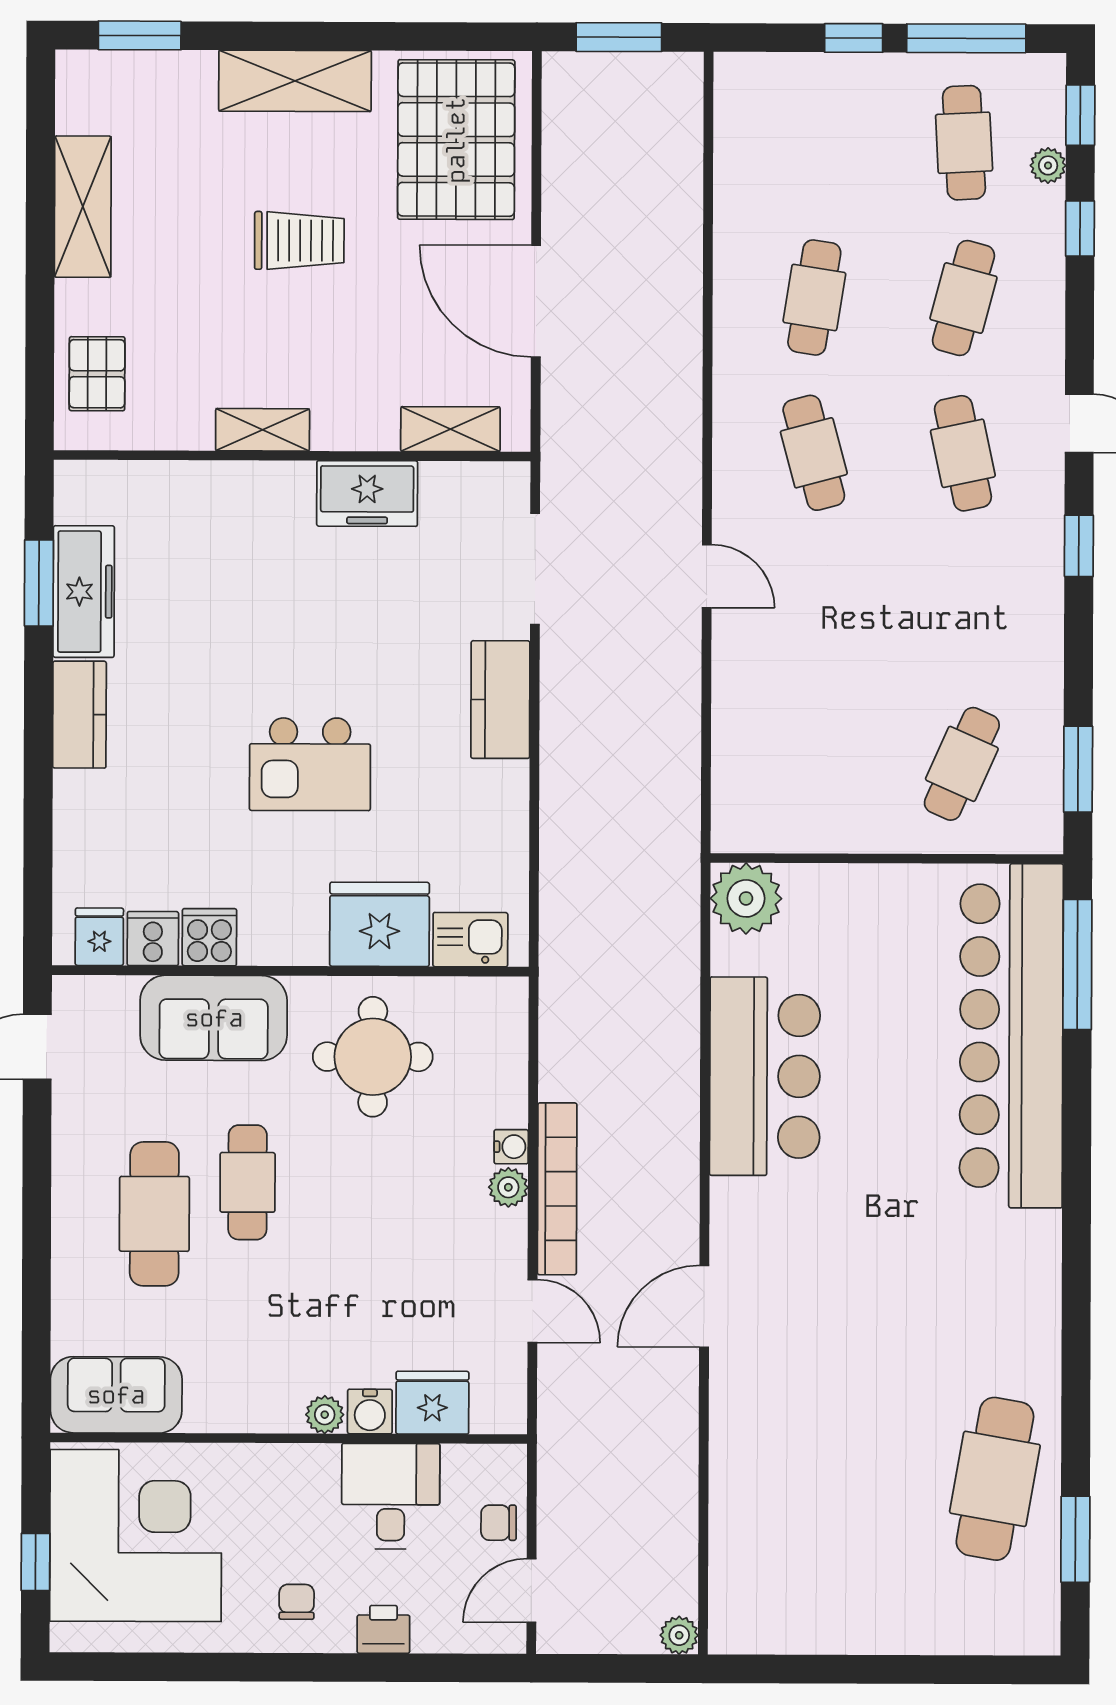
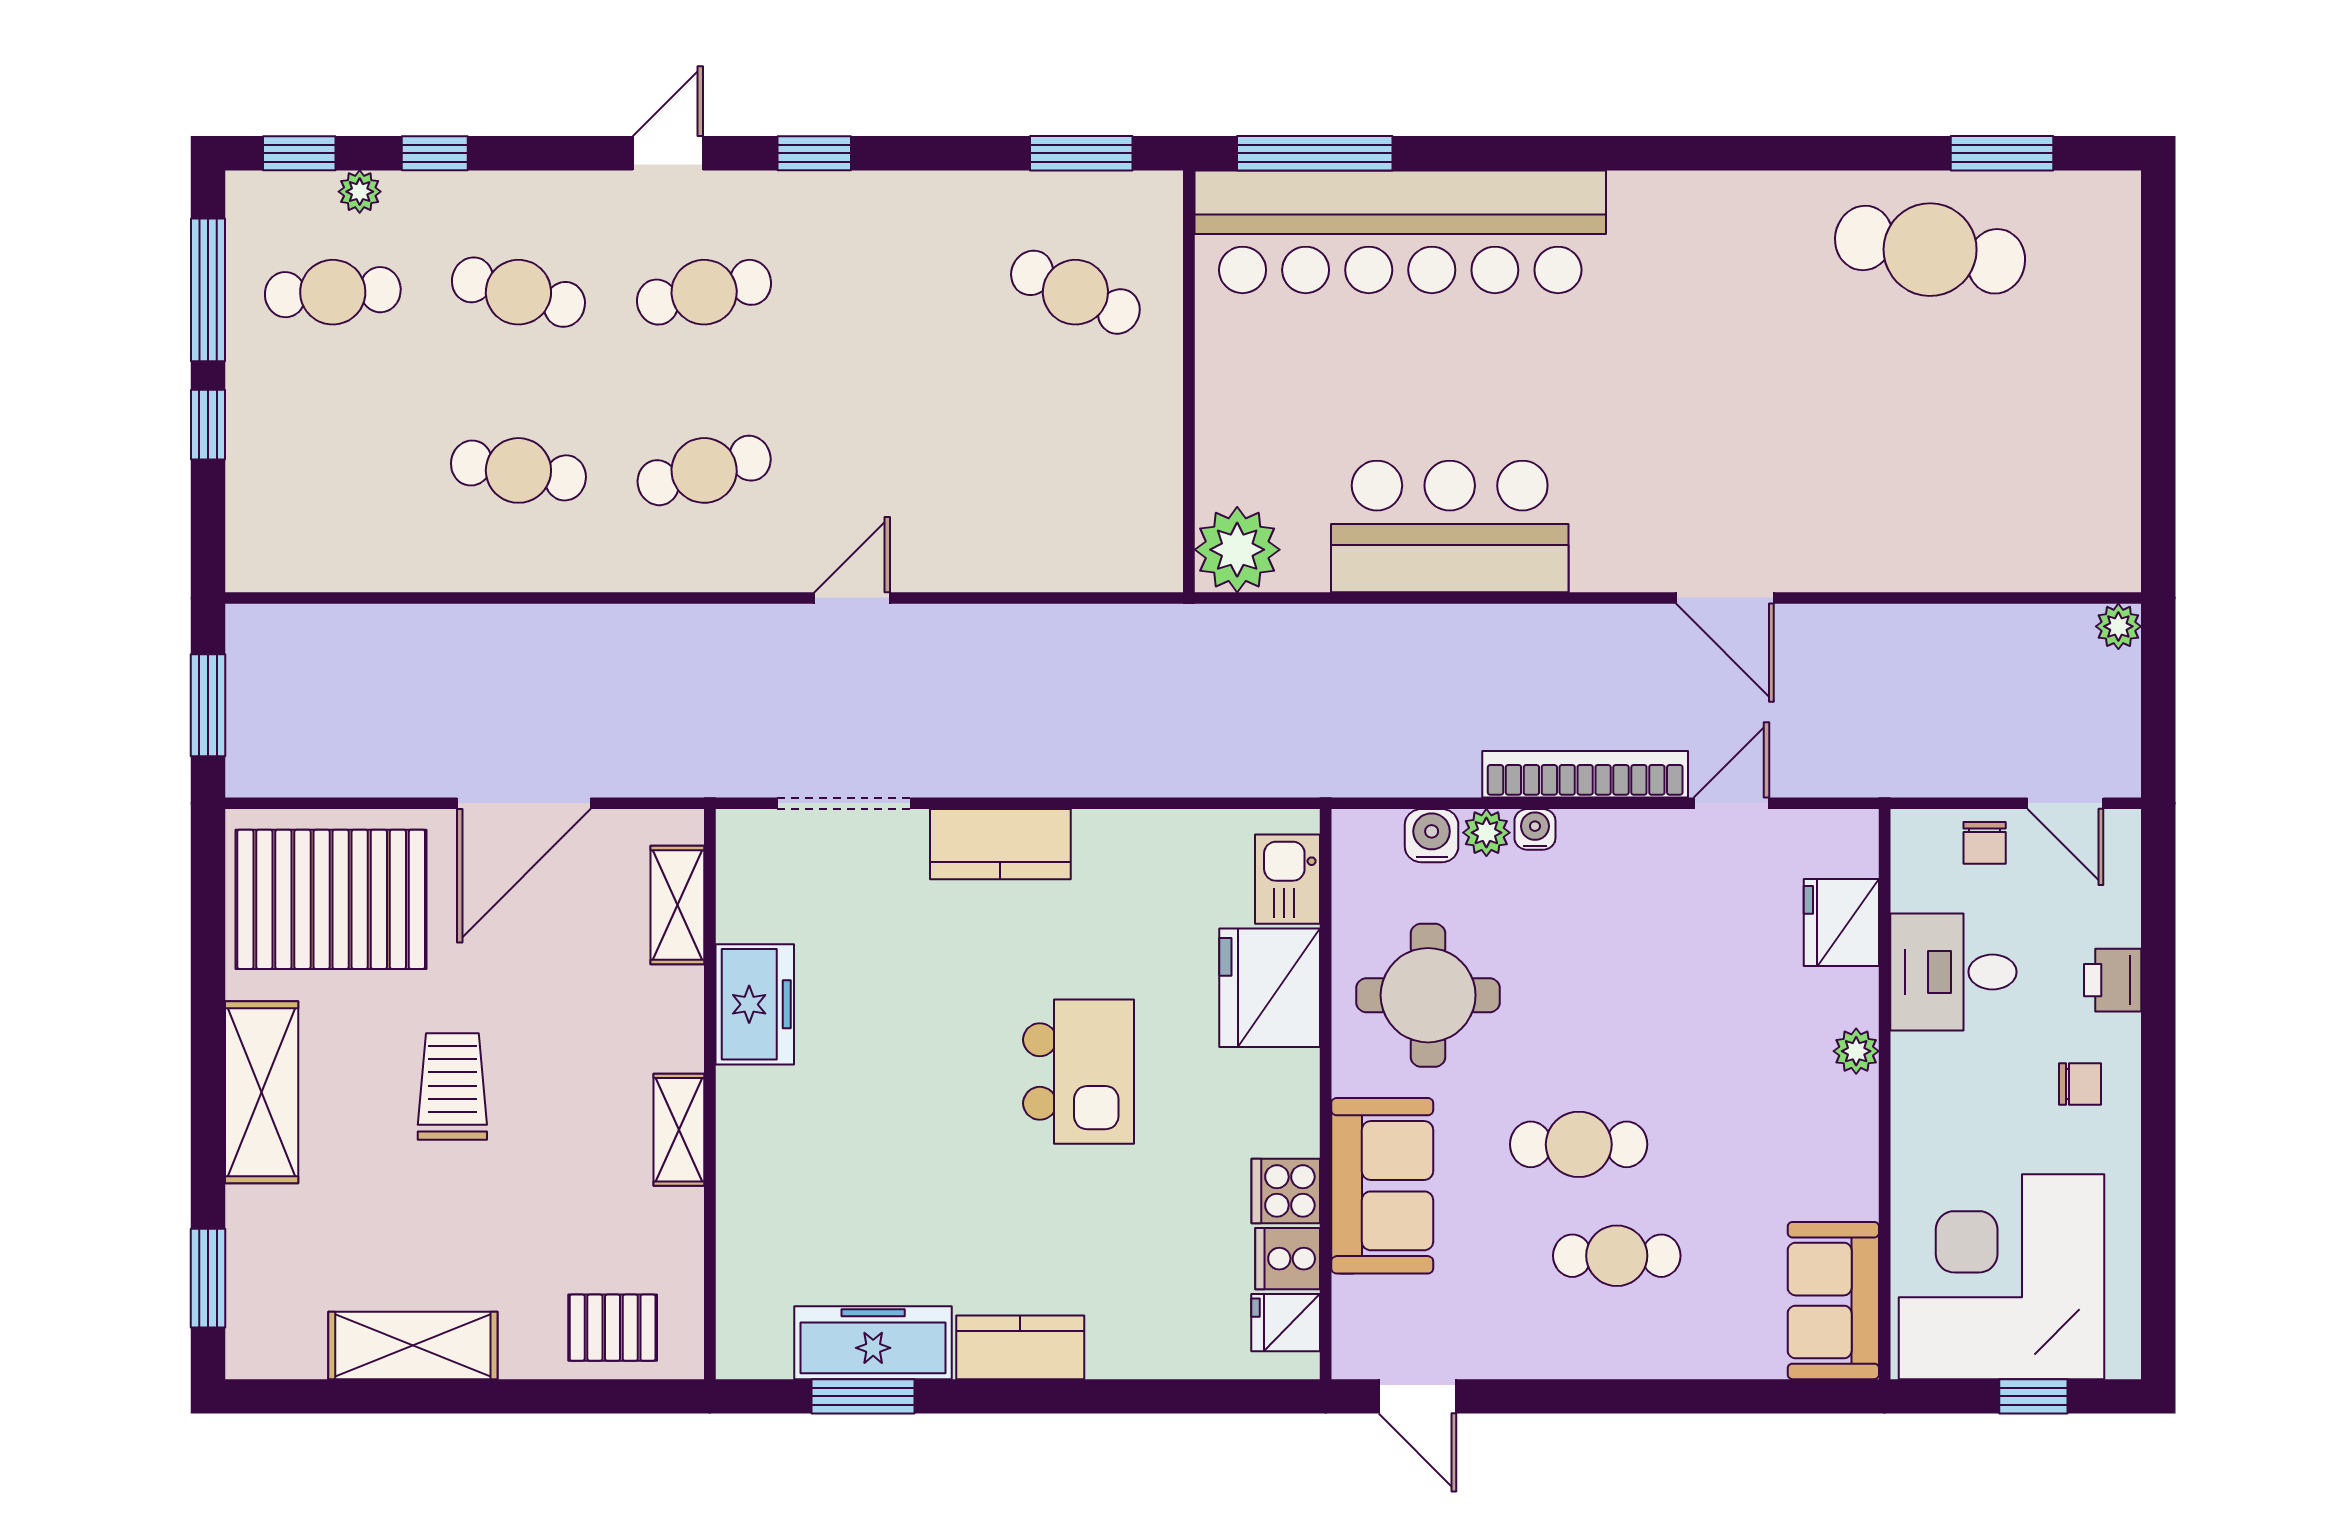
plant: (508, 1187) -> (1486, 833), moved
cafe table: (154, 1214) -> (1617, 1256), width x0.73, depth x0.74
water cooler: (370, 1412) -> (1432, 836), moved, turned -90
chair: (297, 1602) -> (2080, 1084), turned 180

